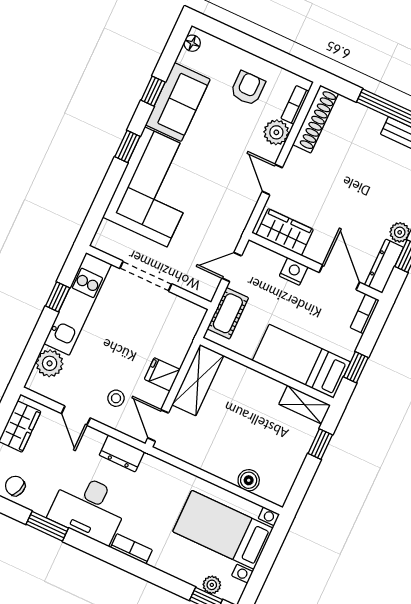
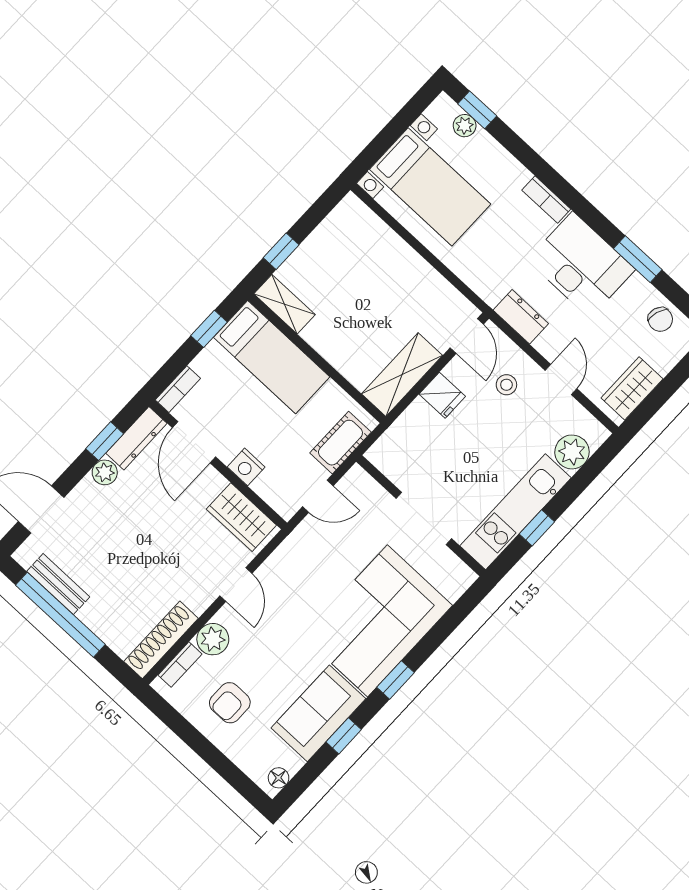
boiler: (249, 480) -> (380, 236), removed

